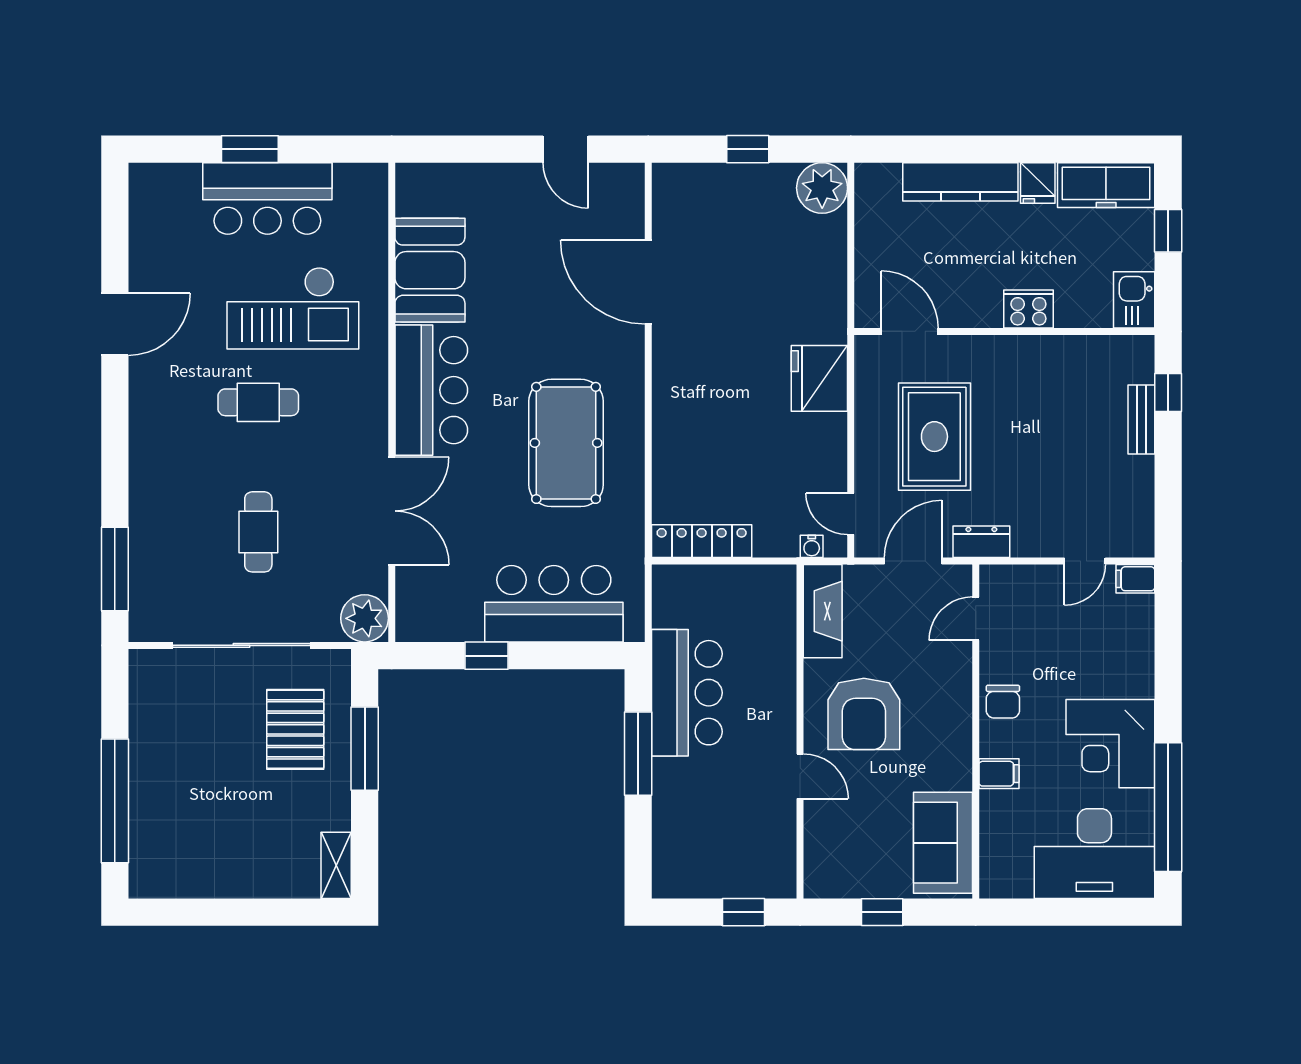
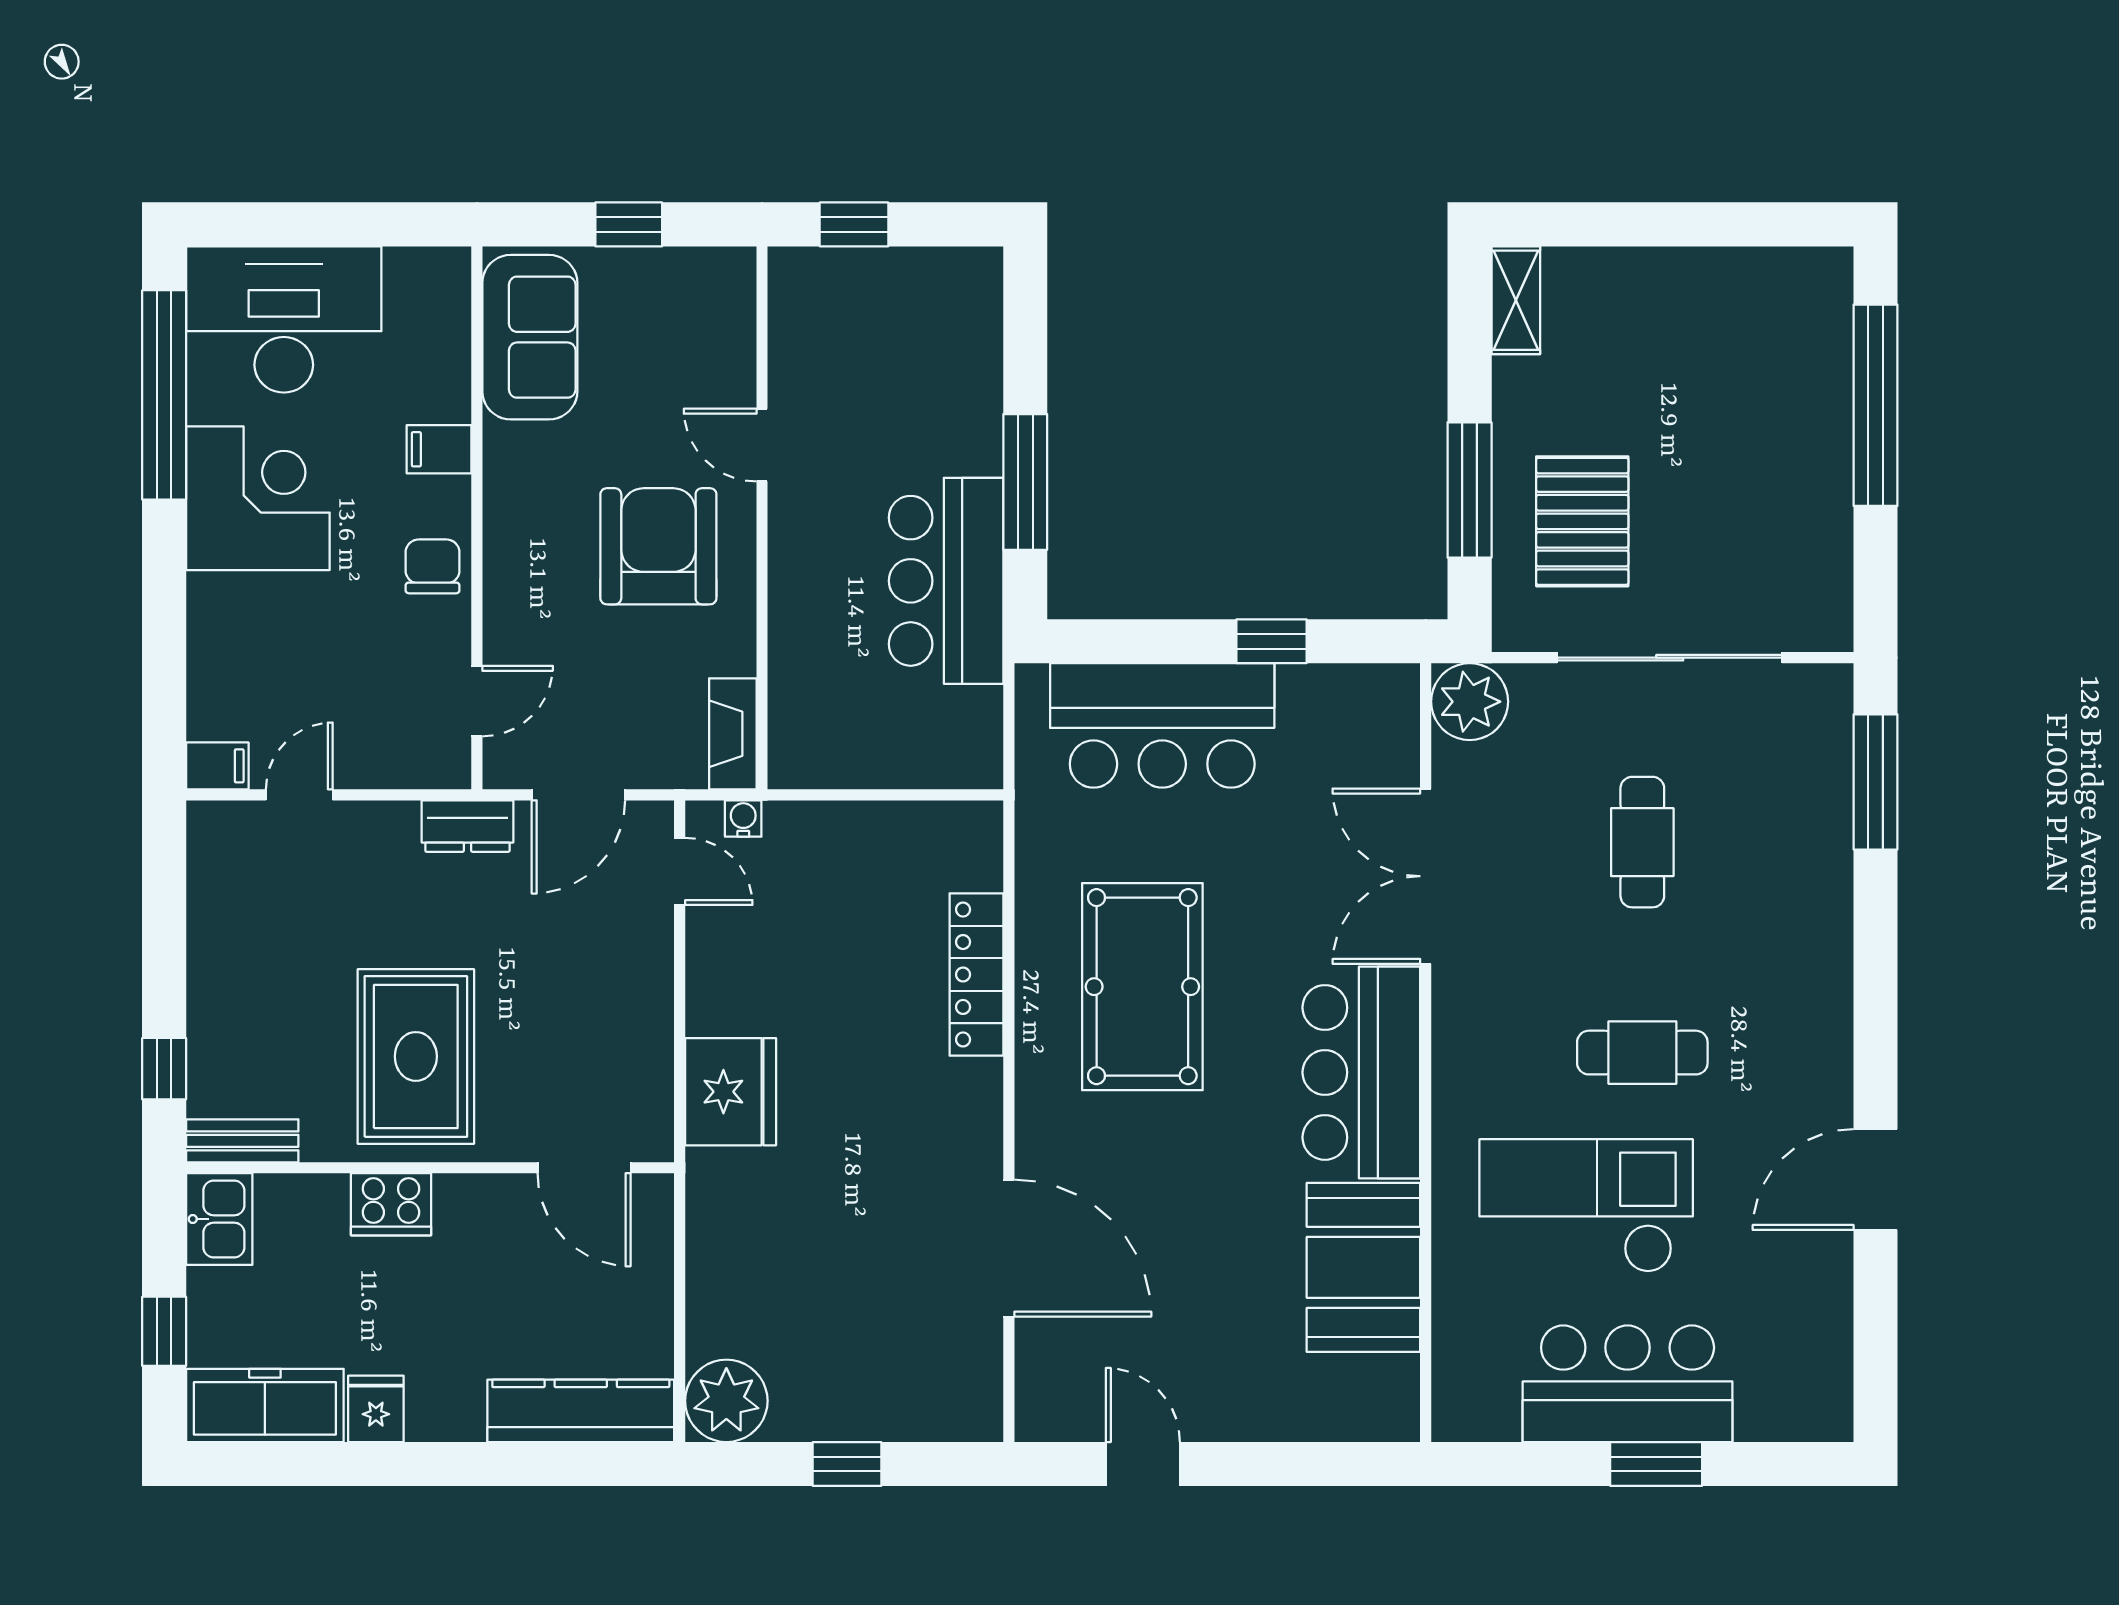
kitchen counter: (960, 182) -> (581, 1411), moved
bench: (1141, 420) -> (242, 1141), moved, turned 90
rug: (934, 437) -> (416, 1056), moved
locker: (702, 541) -> (976, 974), moved, turned 90
fireplace: (823, 611) -> (733, 734), width x0.73, depth x0.76

